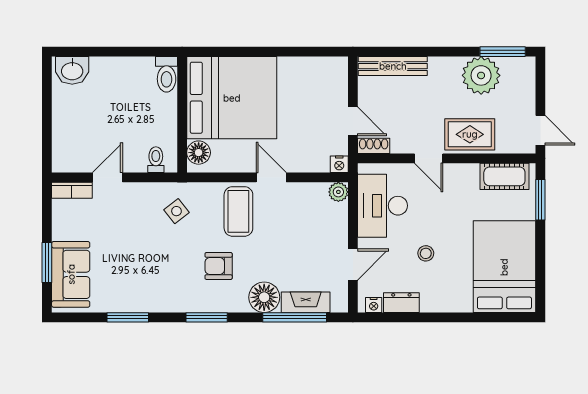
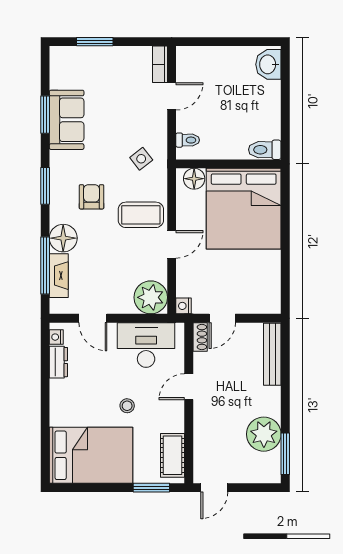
rug: (470, 134) -> (211, 424), removed
door: (108, 177) -> (172, 96), hinge flipped
plant: (338, 192) -> (151, 297), width x1.88, depth x1.88
stool: (426, 253) -> (127, 406), moved
sofa: (71, 274) -> (67, 120), moved, turned -90

